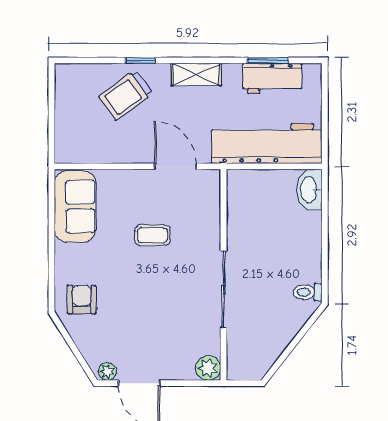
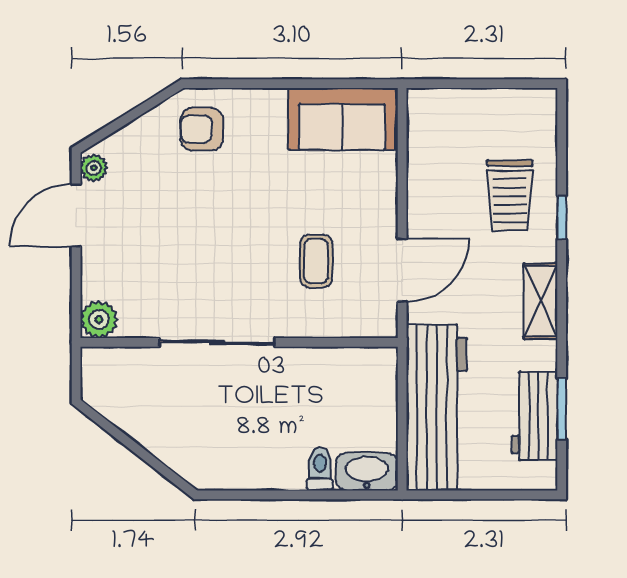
trolley: (126, 95) -> (510, 196), turned -144
coffee table: (152, 235) -> (316, 261), moved
toilet: (308, 292) -> (320, 469), moved
armchair: (82, 300) -> (202, 129), turned 180

